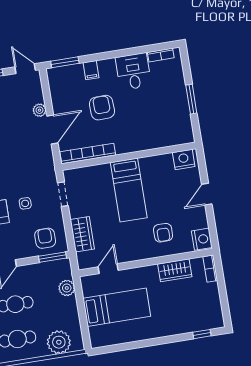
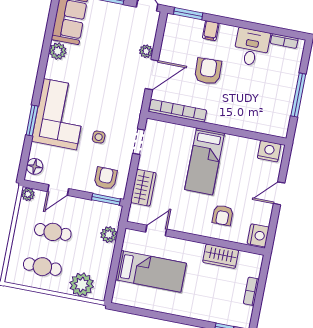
window: (191, 99) -> (298, 95), width x1.44
bookcase: (210, 269) -> (251, 291), moved

